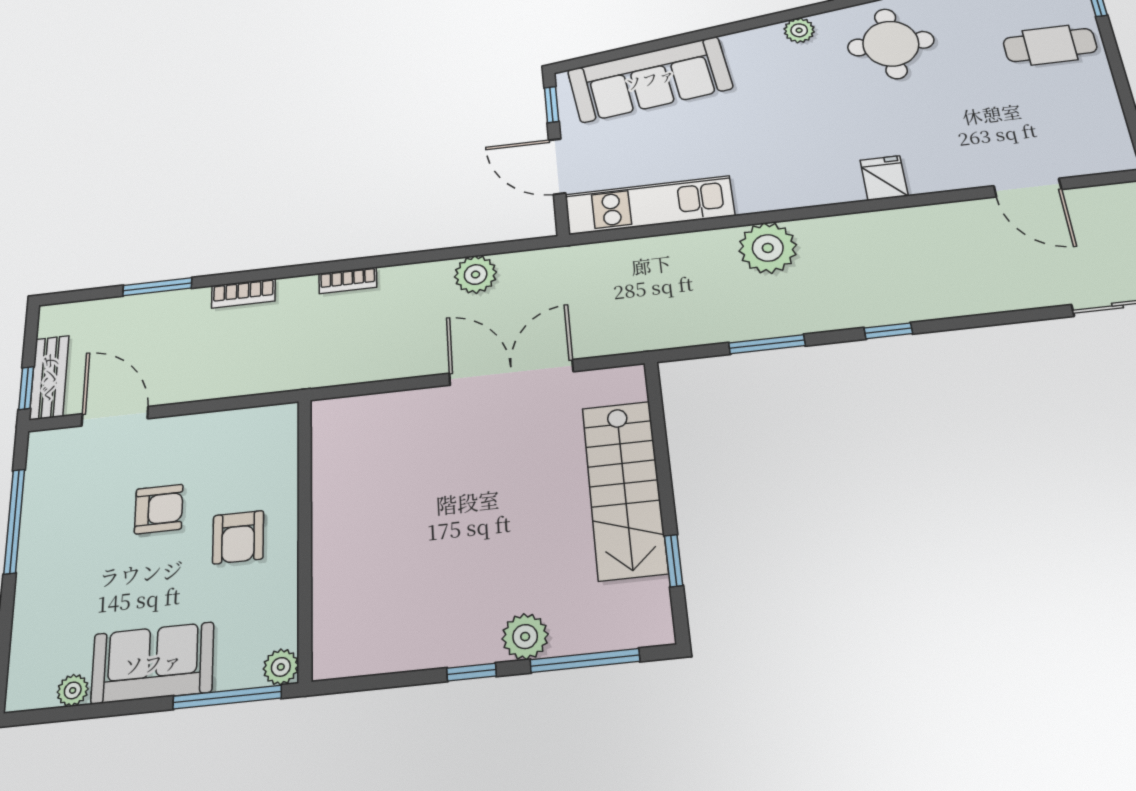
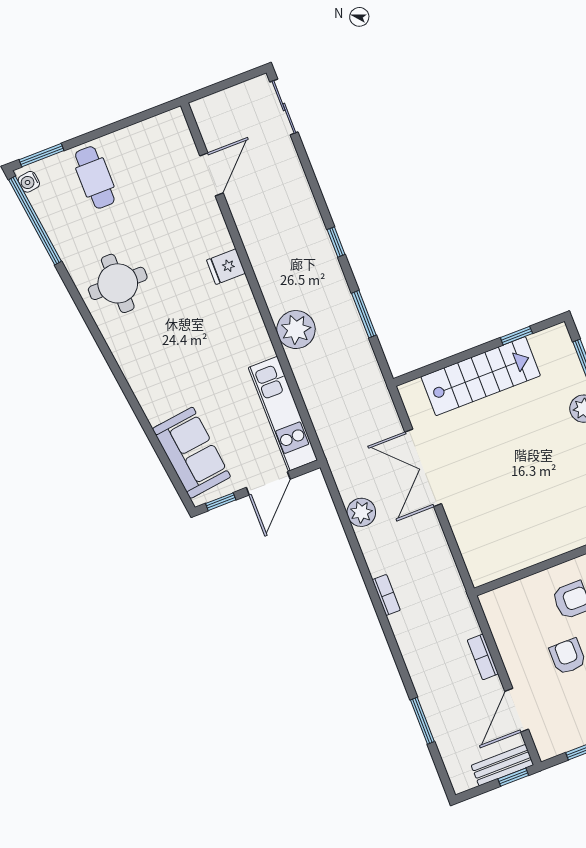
plant: (799, 30) -> (121, 348), removed
sofa: (650, 79) -> (191, 453), width x0.73
bookcase: (243, 293) -> (483, 657), moved, turned 180

